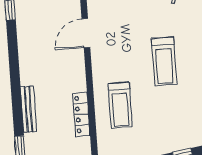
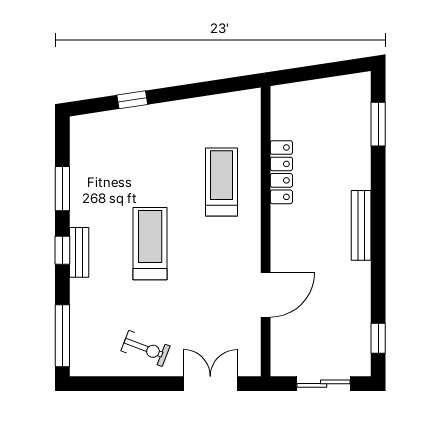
bench: (28, 109) -> (361, 225), moved

